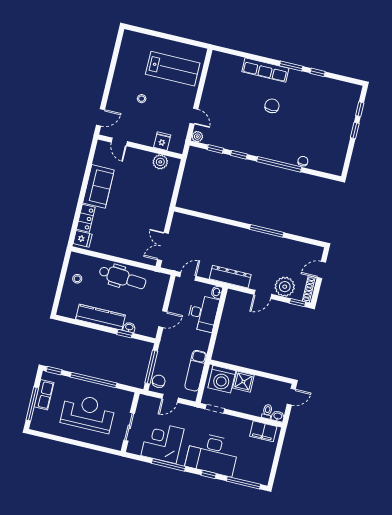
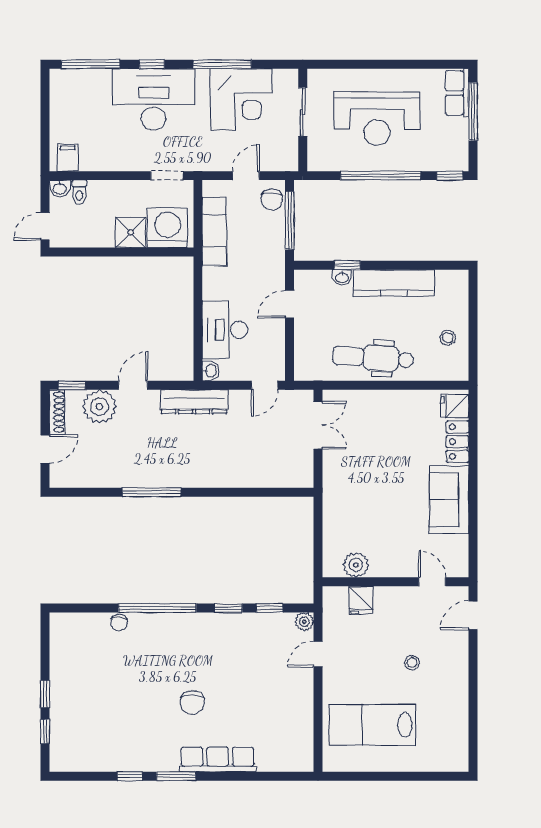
door: (194, 116) -> (318, 654), hinge flipped
row of seats: (44, 395) -> (457, 93), moved
filing cabinet: (263, 431) -> (68, 158), width x0.50

